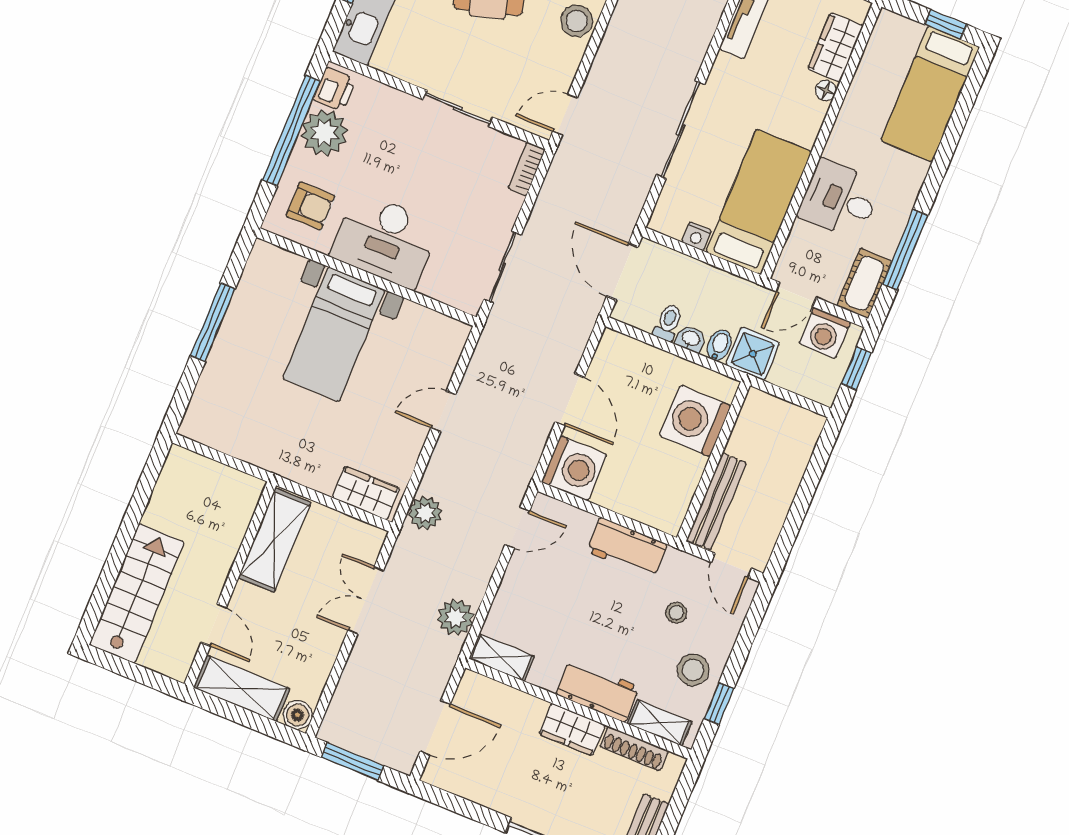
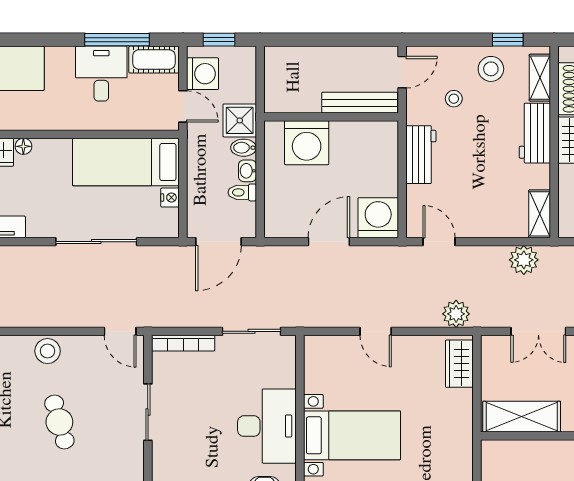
bookcase: (527, 169) -> (183, 343), width x1.56
desk: (840, 200) -> (101, 74), moved, turned 180

